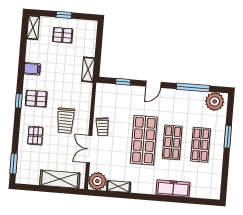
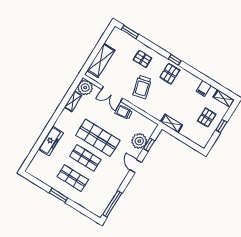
filing cabinet: (32, 69) -> (204, 88), moved
window: (193, 87) -> (112, 204), moved
plant: (215, 101) -> (139, 141), moved
trolley: (65, 121) -> (142, 87), turned -104
window: (228, 137) -> (58, 195), moved
double door: (89, 149) -> (112, 94), swing flipped

